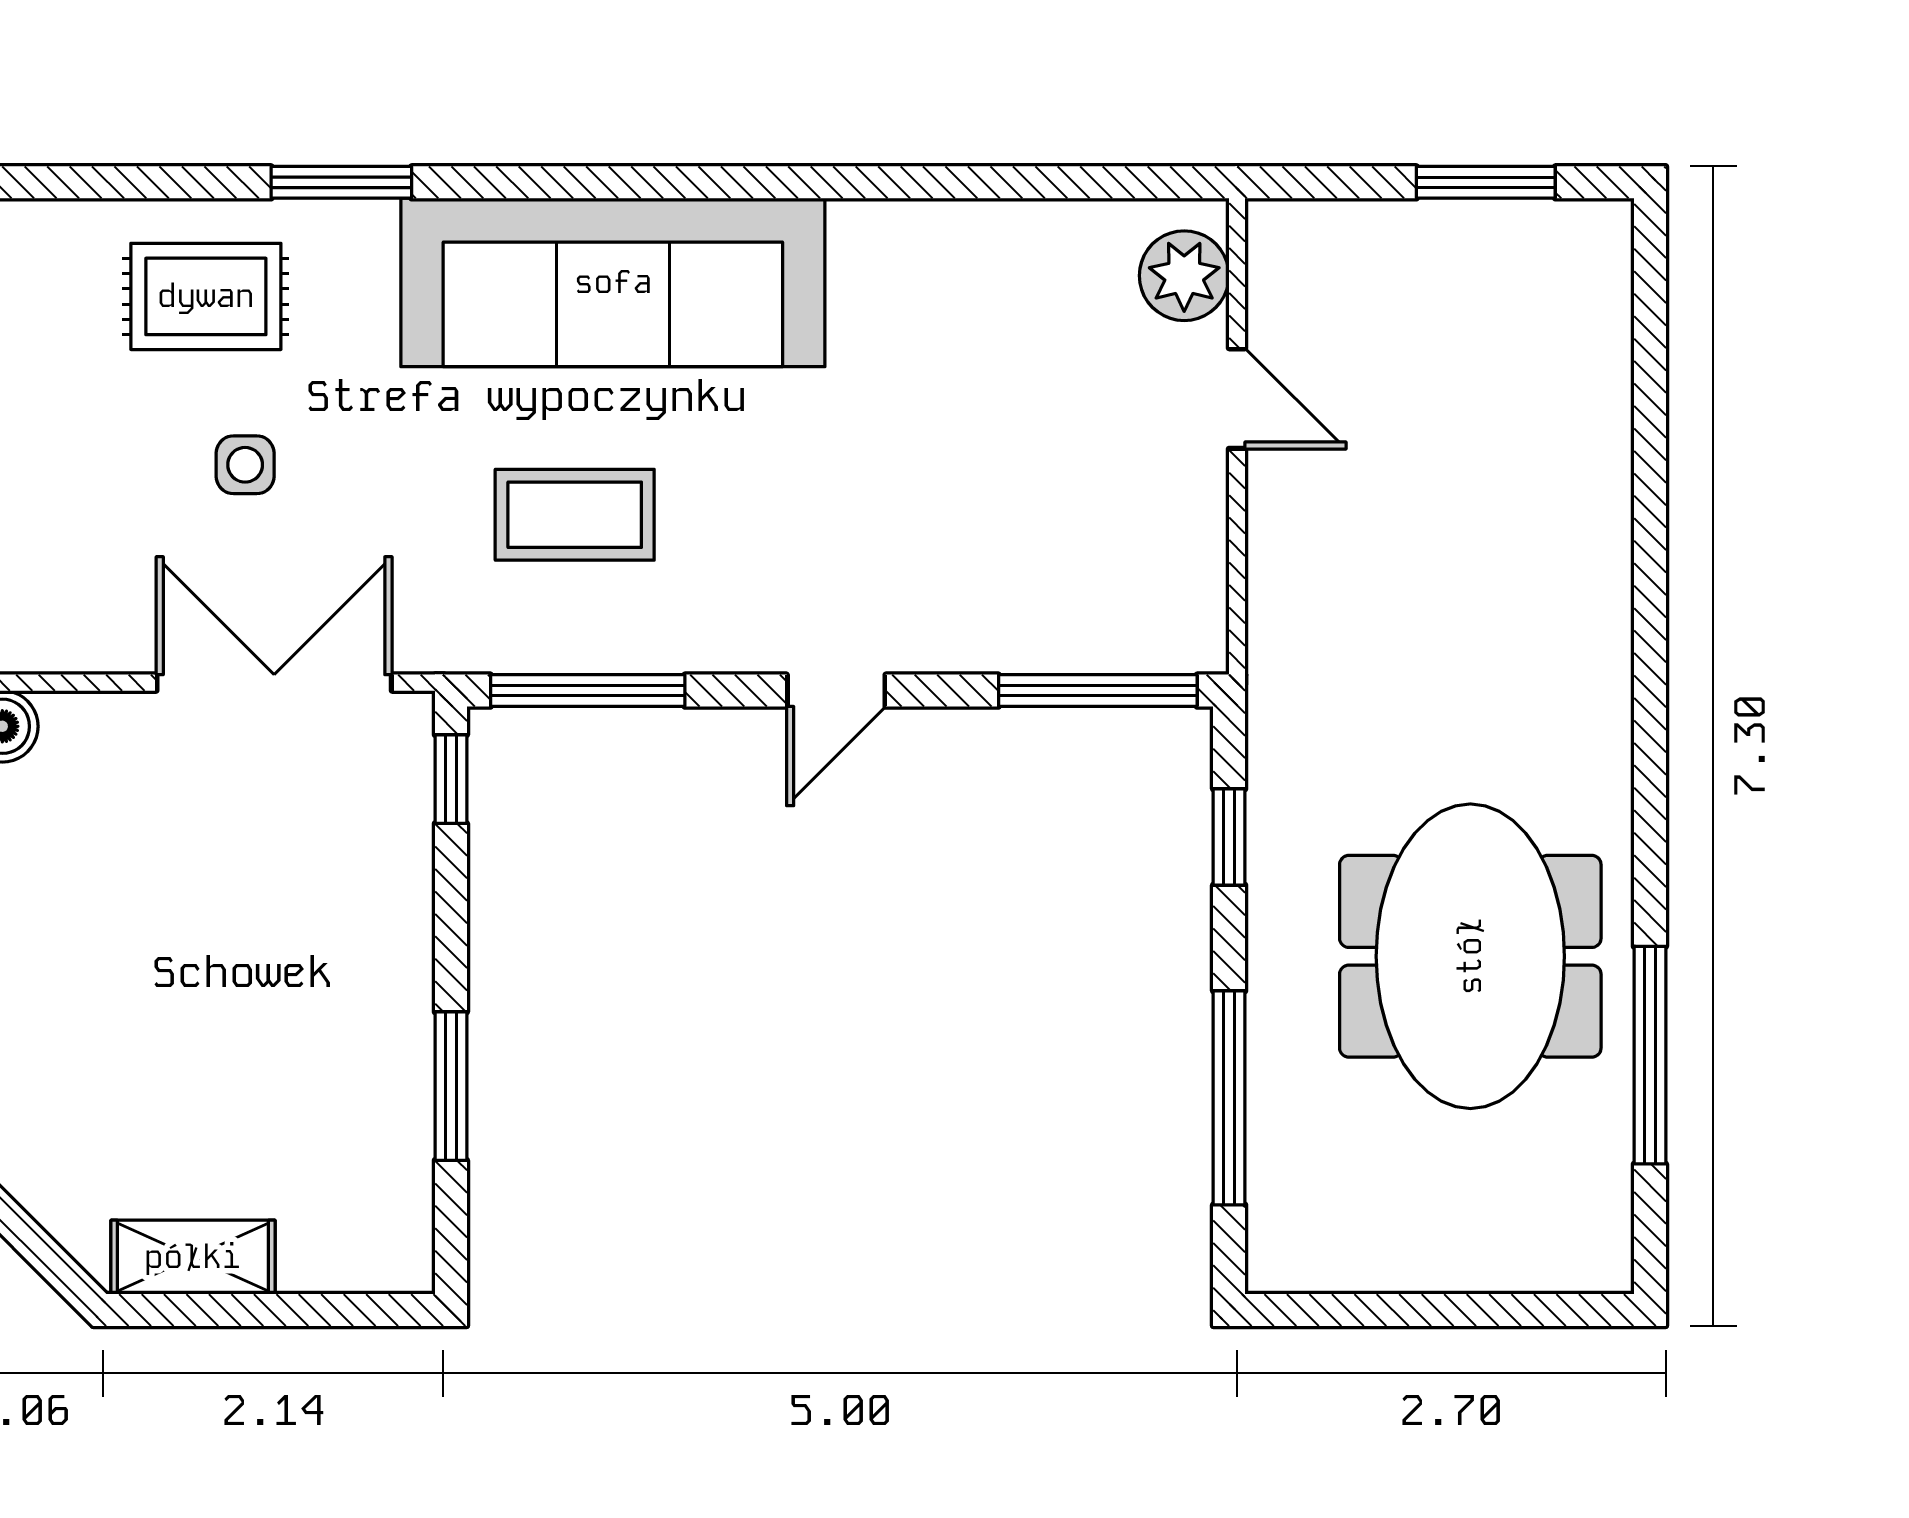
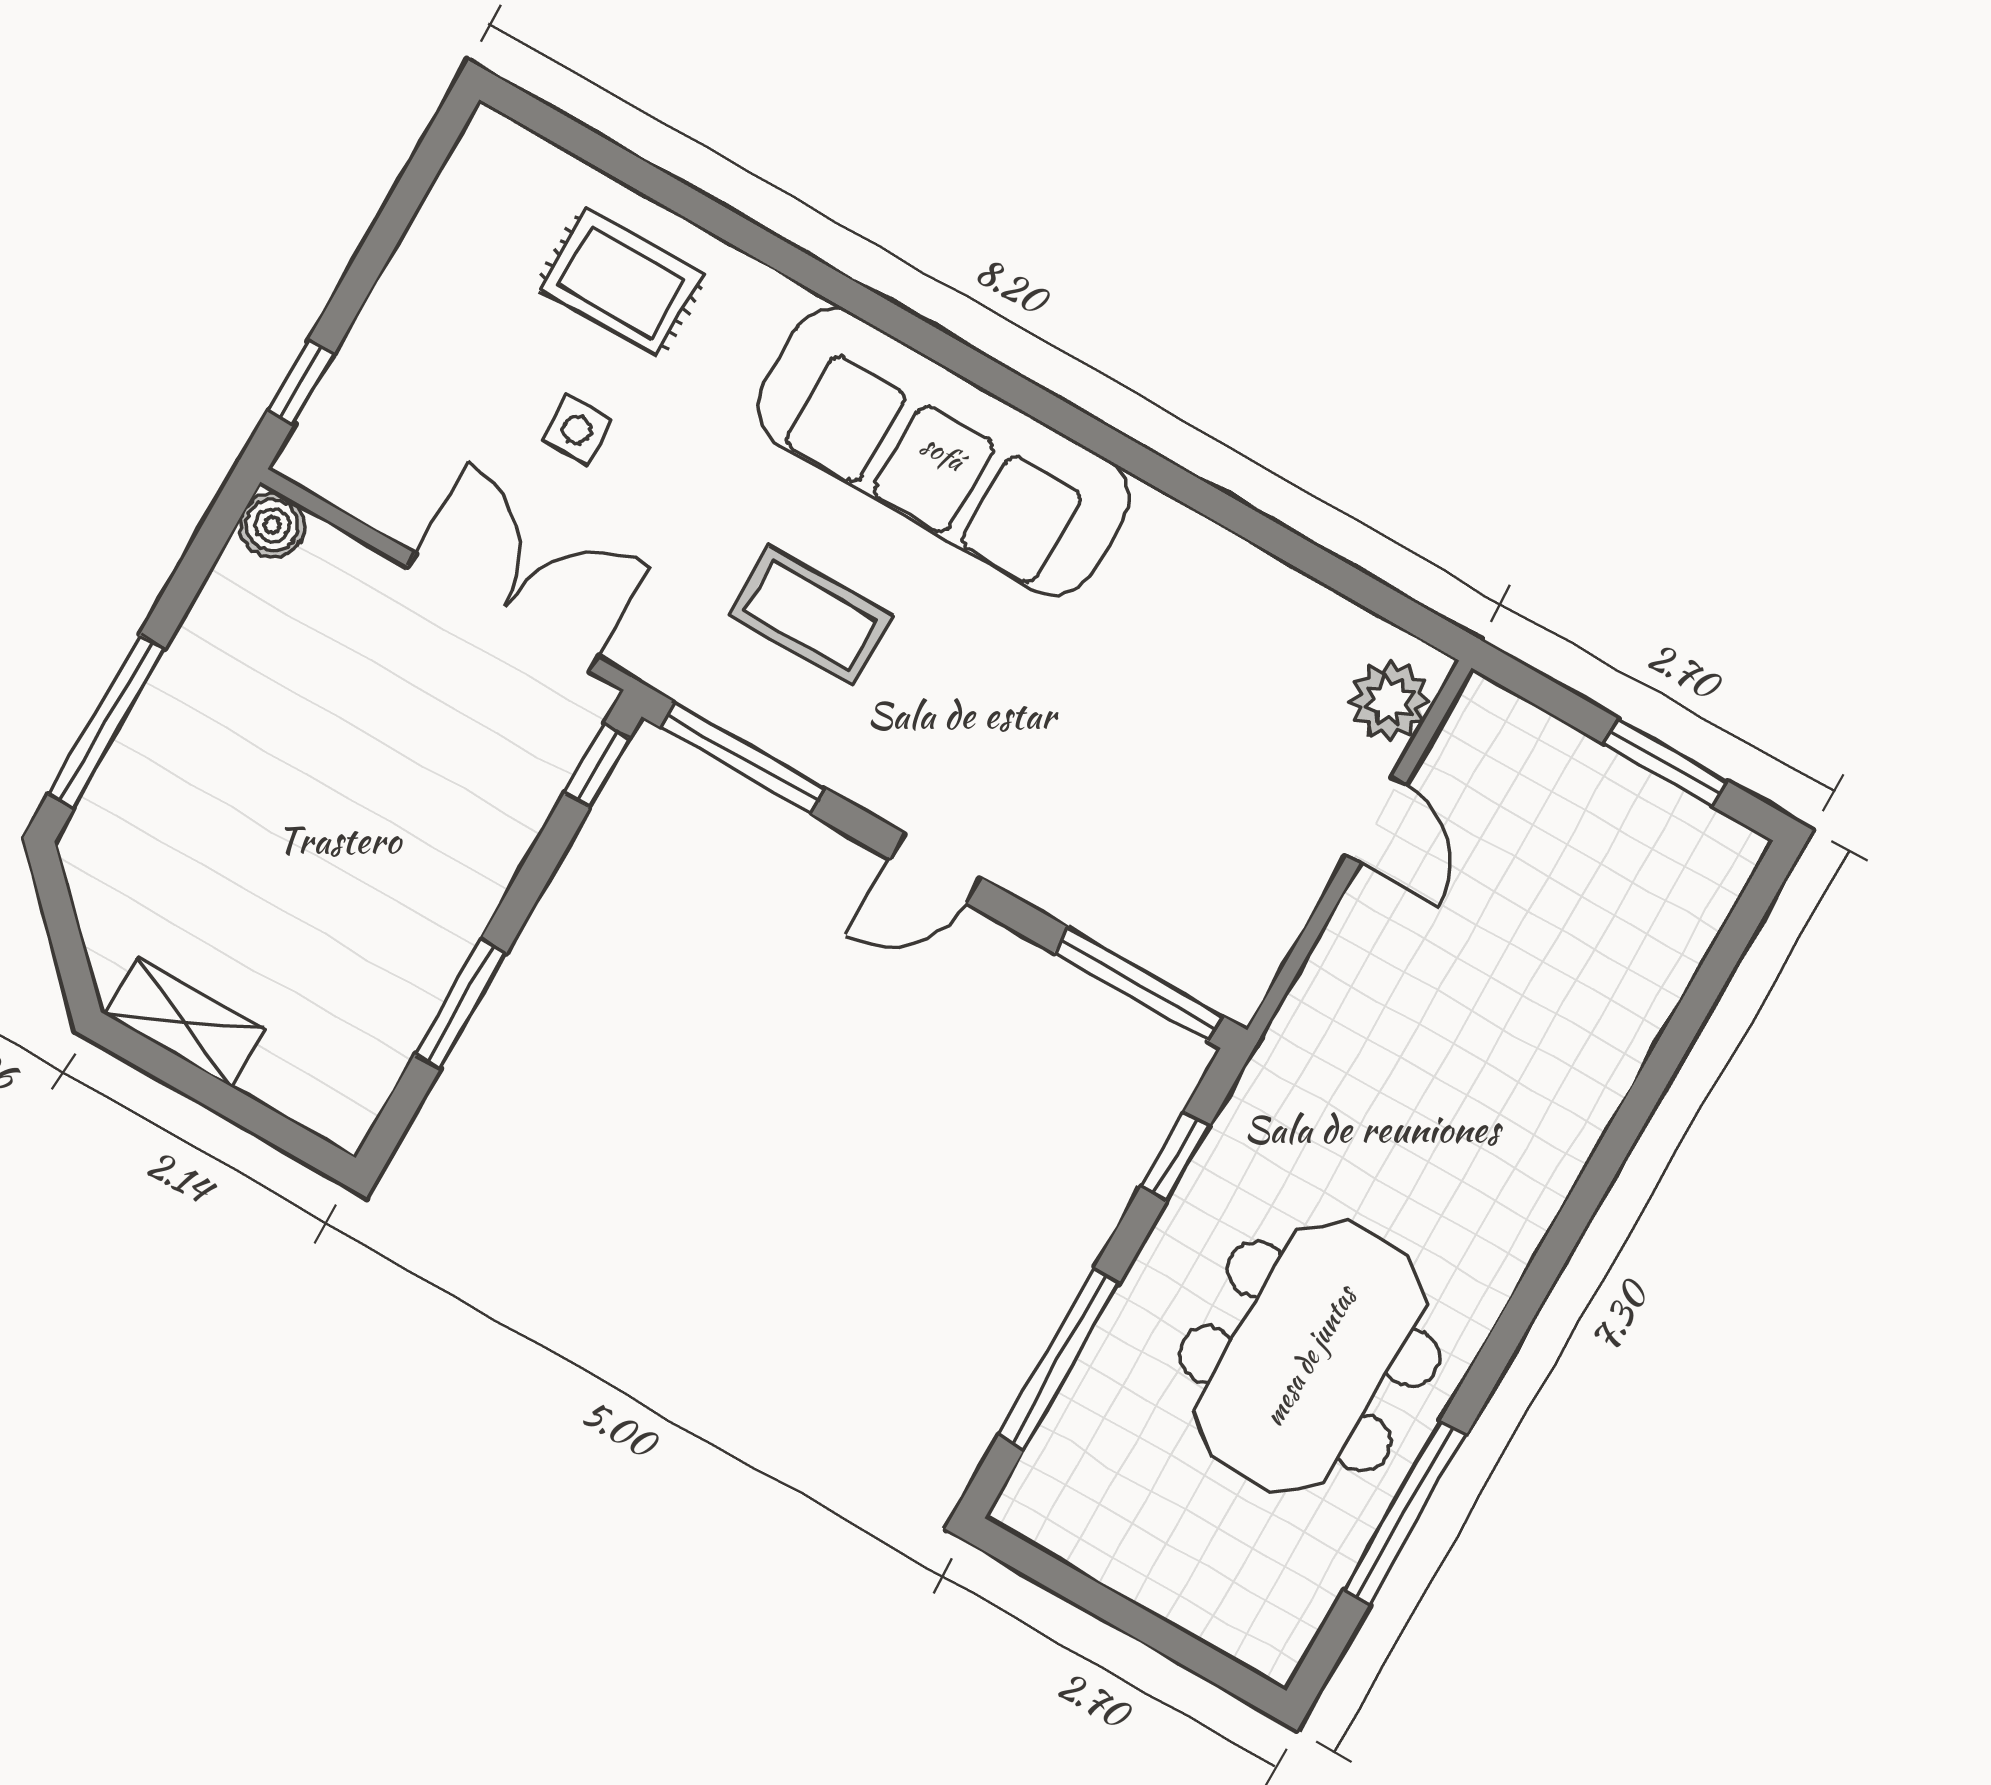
window: (341, 182) -> (777, 254), removed

